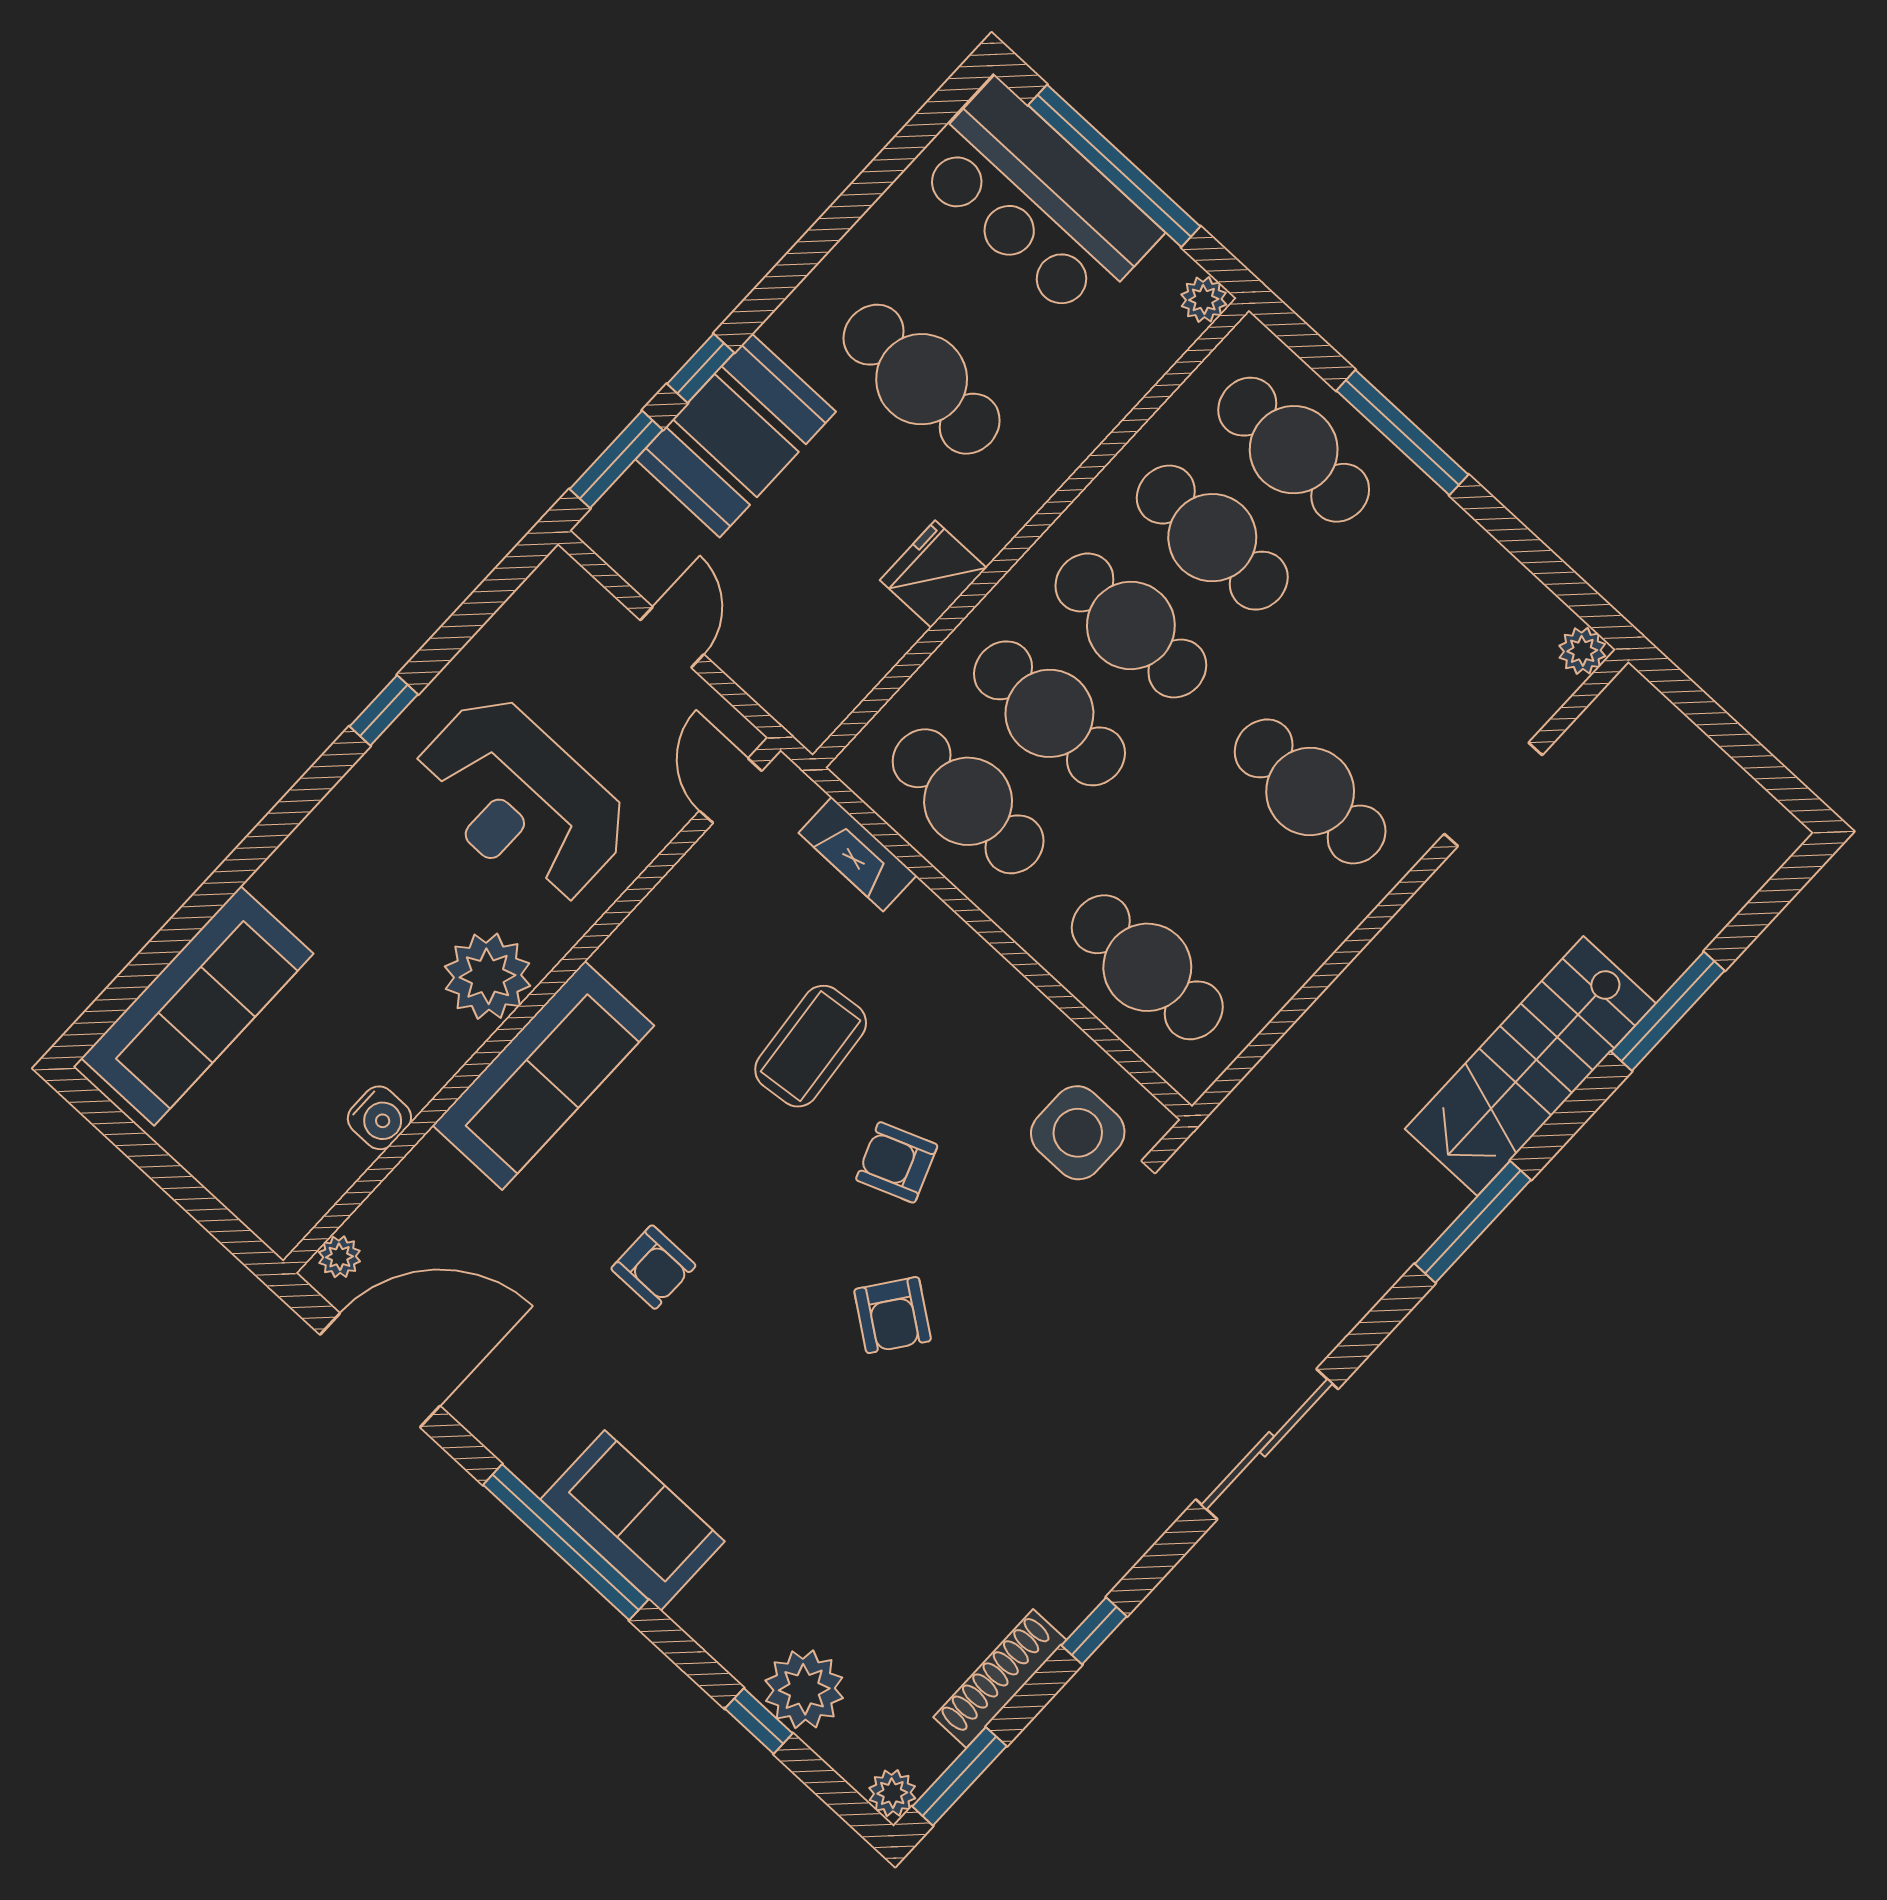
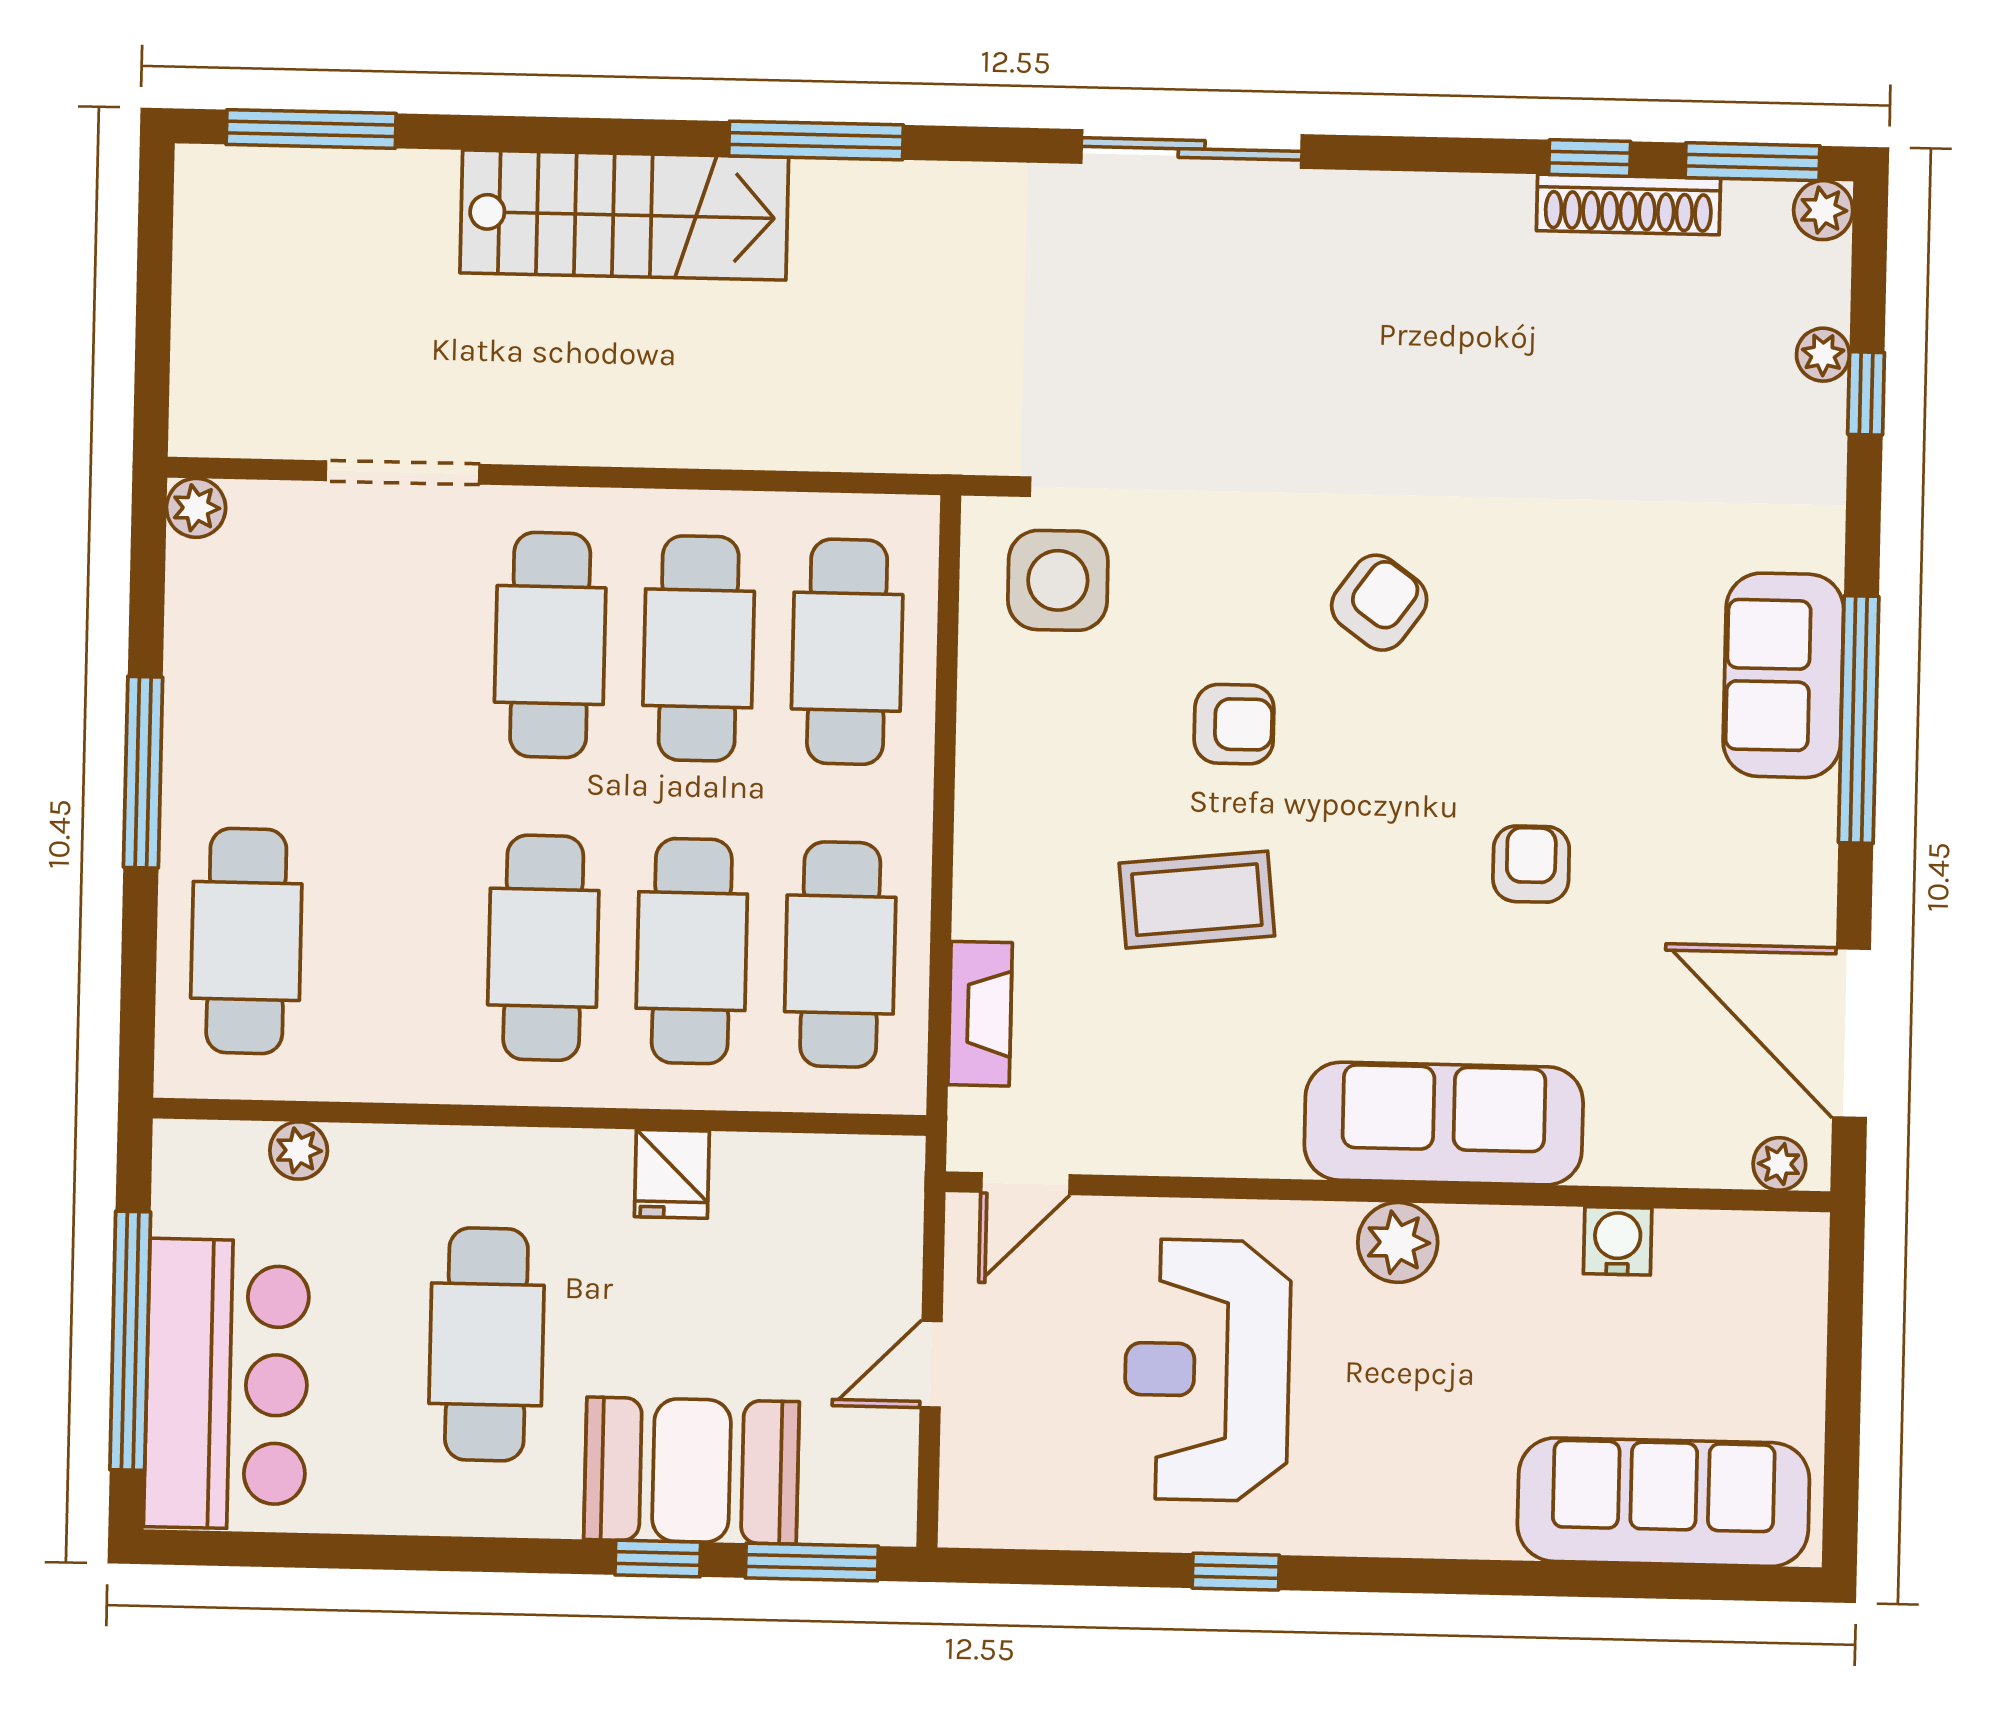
plant: (1204, 299) -> (299, 1151), moved
window: (1402, 433) -> (143, 772), moved
cafe table: (1212, 538) -> (699, 648), moved
fridge: (933, 574) -> (672, 1174), width x0.72
reception desk: (521, 801) -> (1207, 1370), turned 180
plant: (488, 976) -> (1398, 1242), width x0.73, depth x0.73
window: (1668, 1011) -> (311, 129), moved
armchair: (897, 1162) -> (1234, 724), turned -69
window: (1094, 1631) -> (1590, 158), moved
plant: (804, 1689) -> (1823, 355), width x0.53, depth x0.53

